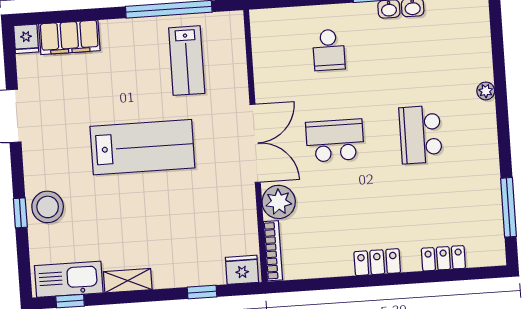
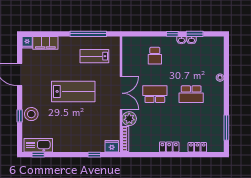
lab bench: (187, 61) -> (94, 56), turned 90
school desk: (420, 135) -> (191, 94), turned -90
shelving: (128, 281) -> (63, 148), removed

